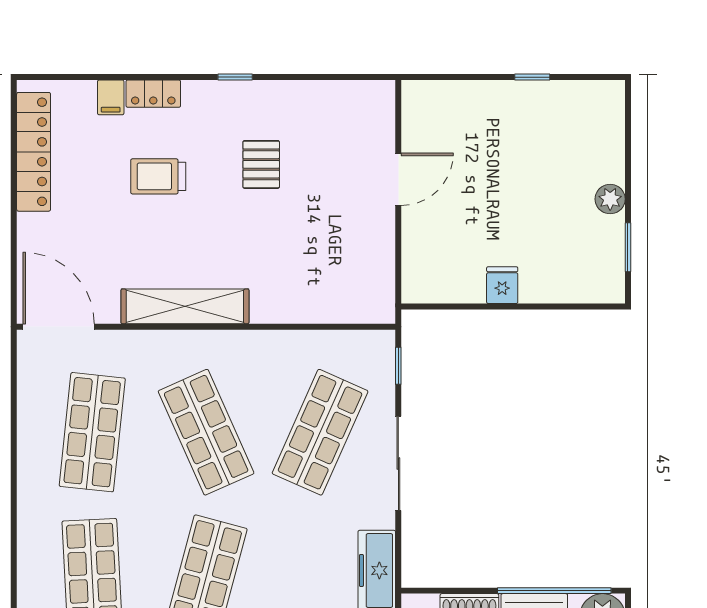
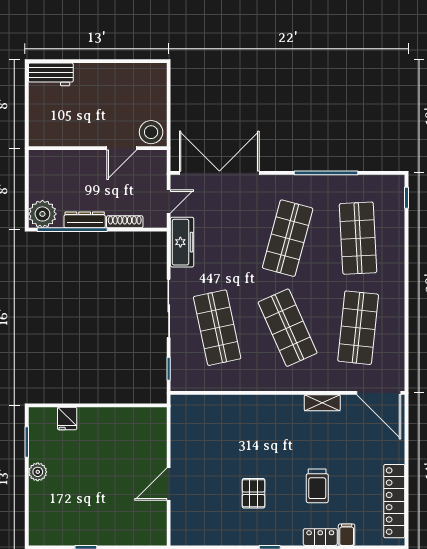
trolley: (158, 176) -> (317, 486), turned 90
fridge: (502, 285) -> (67, 419), moved
shelving: (185, 306) -> (322, 403), width x0.45, depth x0.75
shop shelf: (320, 432) -> (217, 328), turned -36

